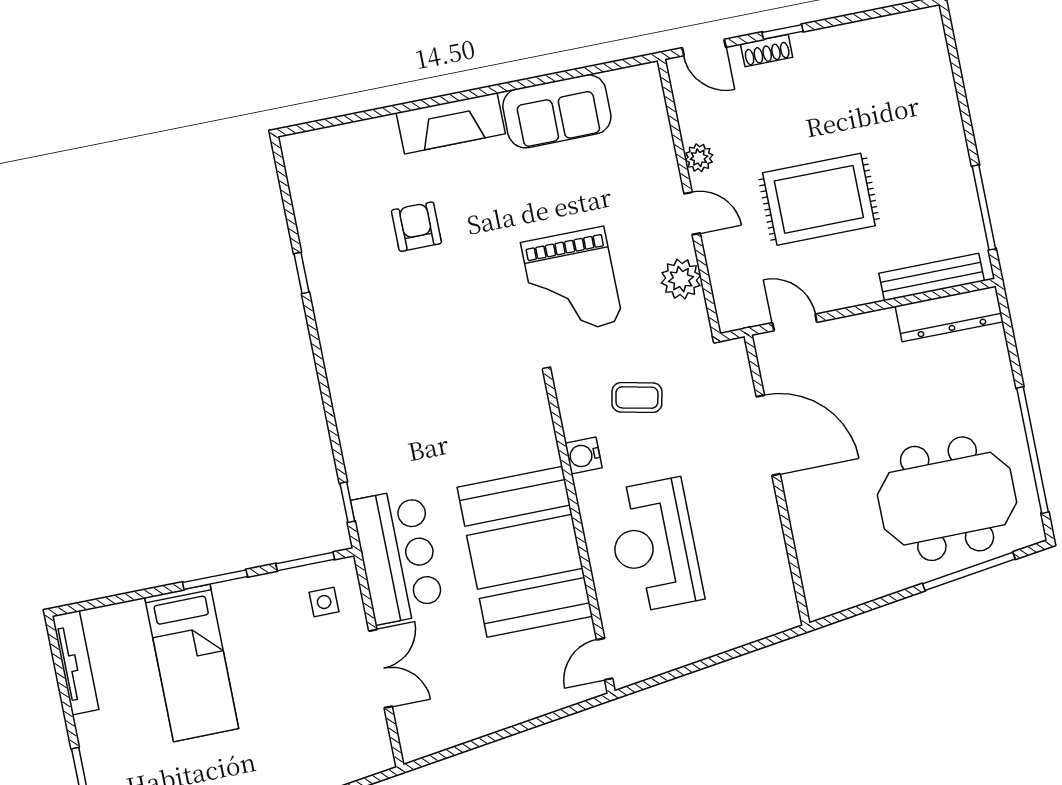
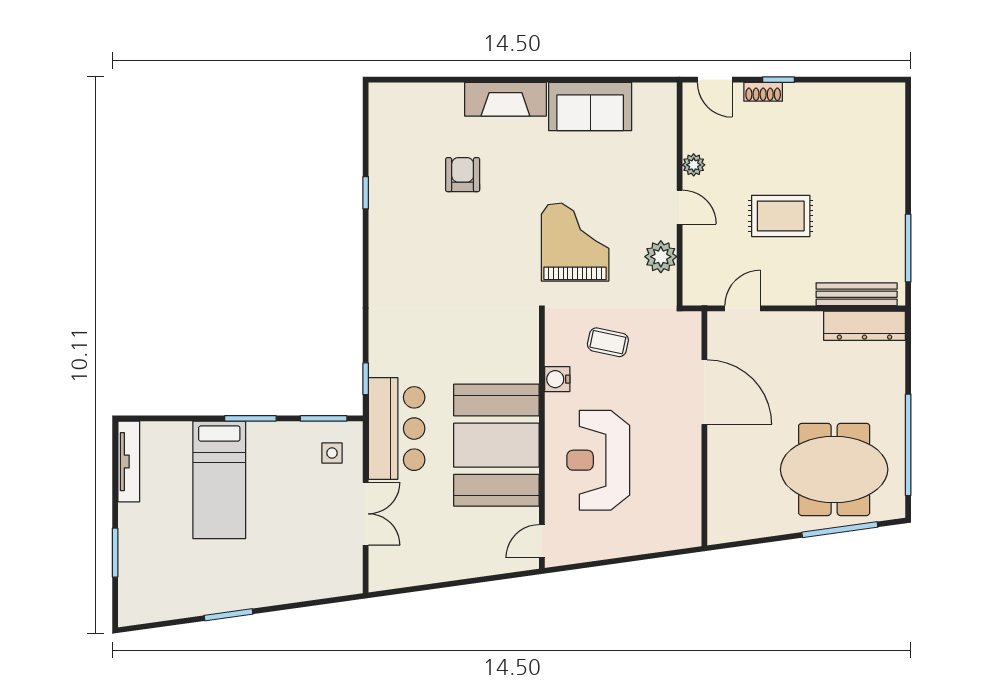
rug: (819, 199) -> (781, 216), width x0.73, depth x0.70
grand piano: (572, 282) -> (575, 242), turned 180
door: (795, 322) -> (743, 308), hinge flipped

